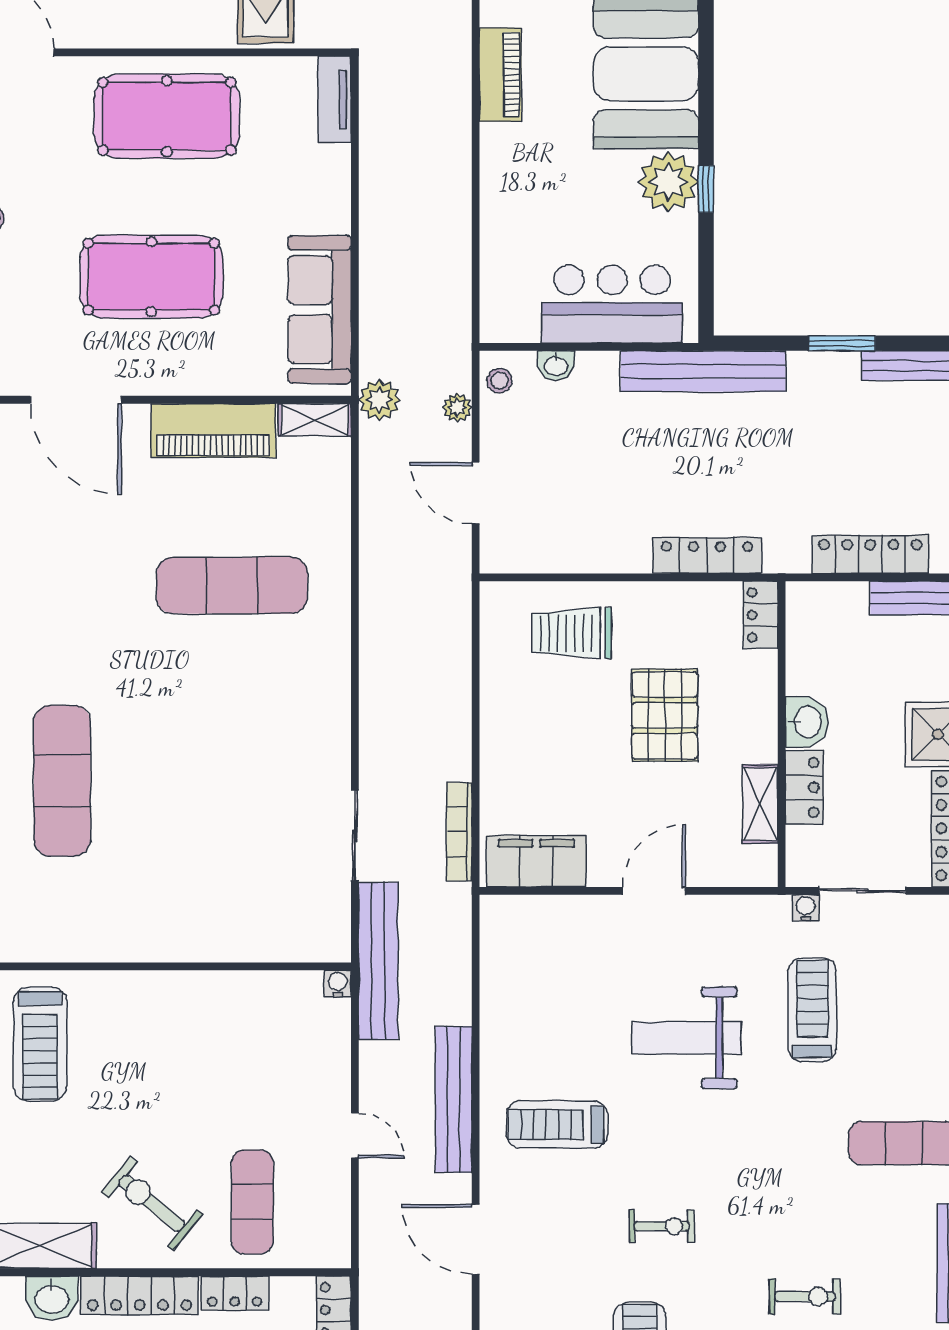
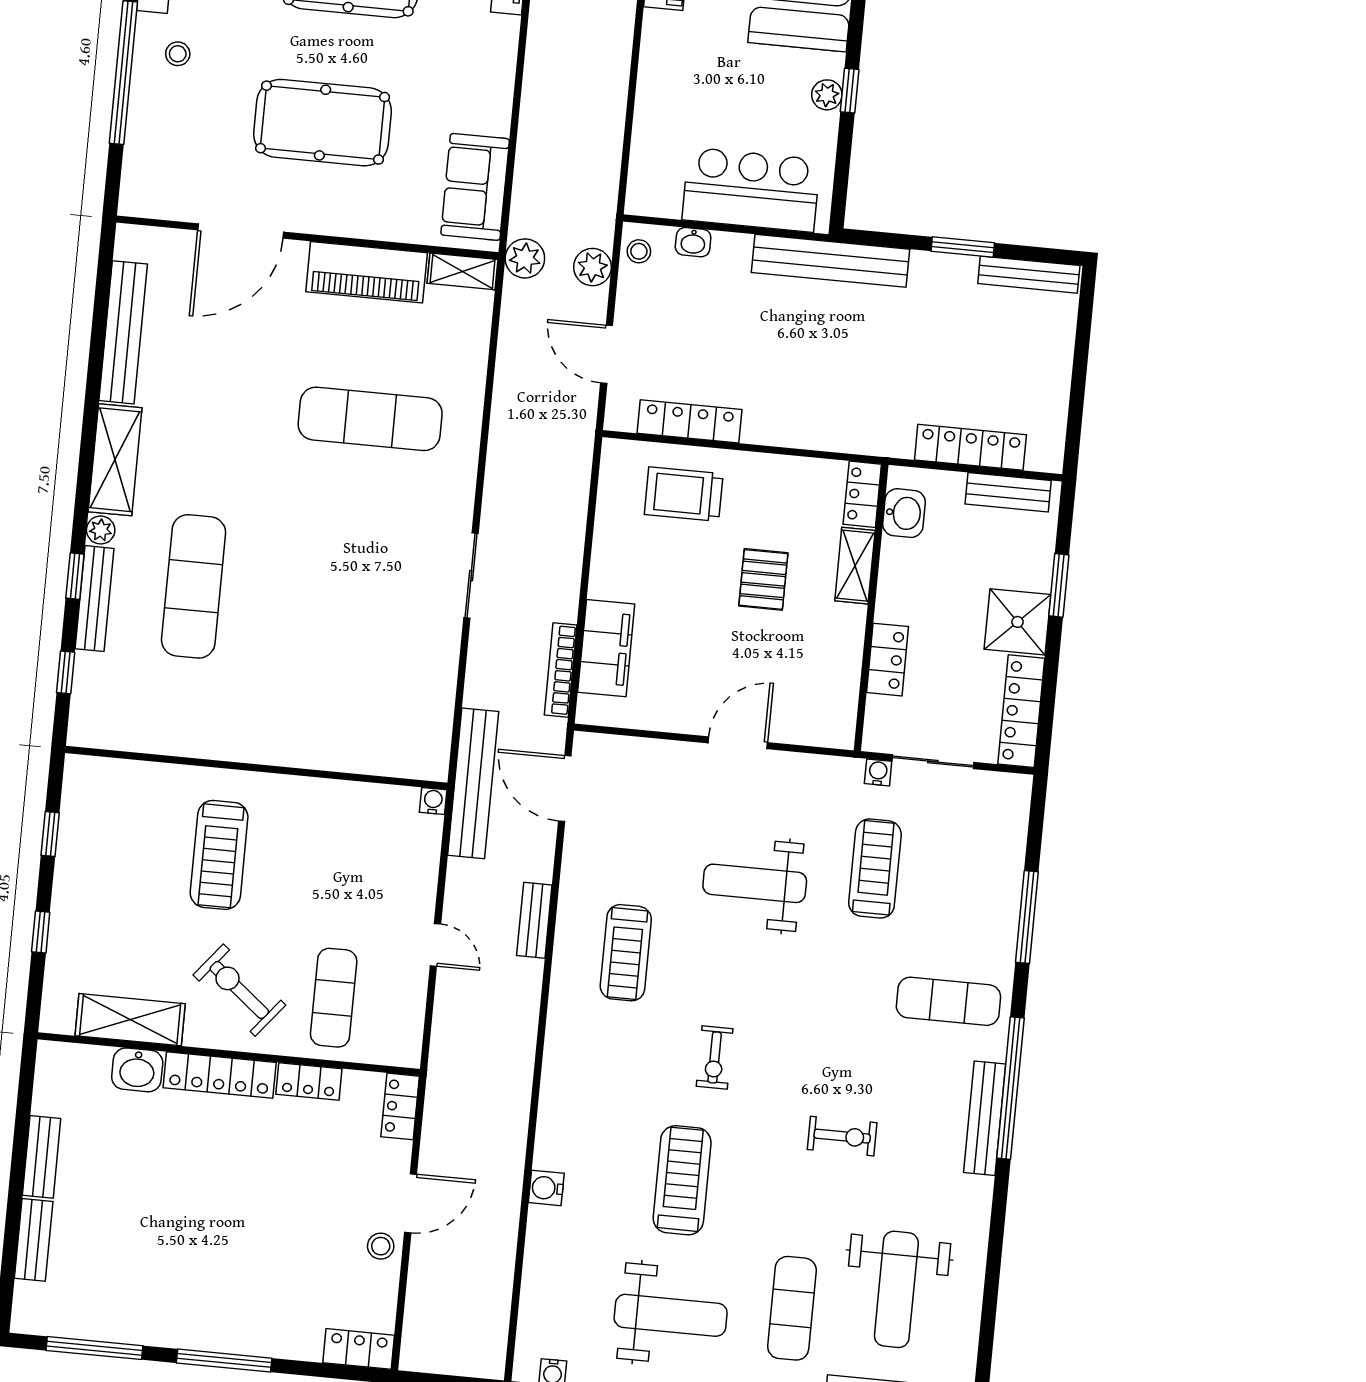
plant: (668, 182) -> (827, 95), width x0.53, depth x0.53
sofa: (320, 310) -> (475, 187), width x0.73
door: (76, 400) -> (241, 231), hinge flipped
plant: (457, 408) -> (593, 267), width x1.38, depth x1.38
locker: (707, 556) -> (689, 421), moved
pallet: (665, 715) -> (763, 579), width x0.67, depth x0.71
washbasin: (807, 722) -> (904, 513), moved
shelving: (760, 804) -> (855, 566), moved
sliding door: (355, 836) -> (471, 576), moved
filing cabinet: (536, 861) -> (606, 648), moved, turned 90
treadmill: (40, 1044) -> (219, 855), moved
bench: (454, 1099) -> (534, 920), width x0.54, depth x0.82
treadmill: (557, 1124) -> (626, 953), turned -90
exercise bike: (662, 1226) -> (715, 1057), turned 90
door: (476, 1239) -> (565, 789), moved

